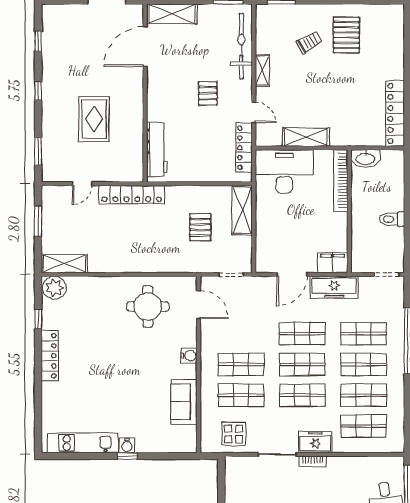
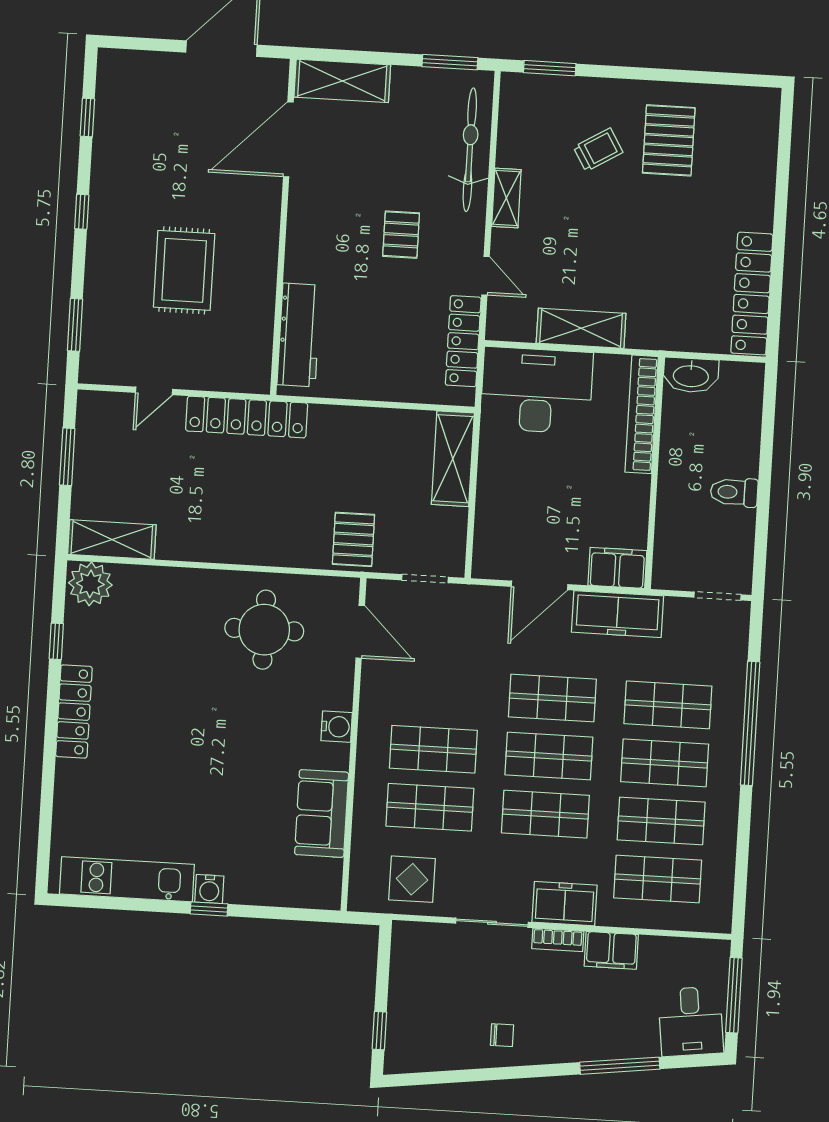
pallet: (200, 227) -> (353, 539), moved
filing cabinet: (341, 465) -> (611, 950), added

